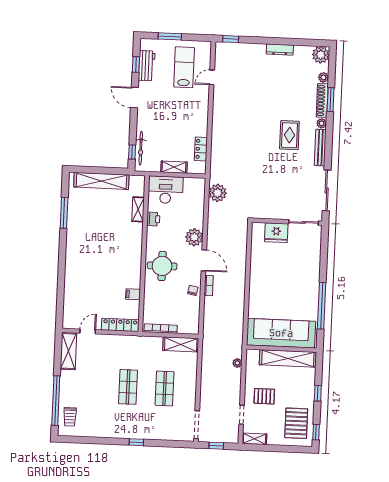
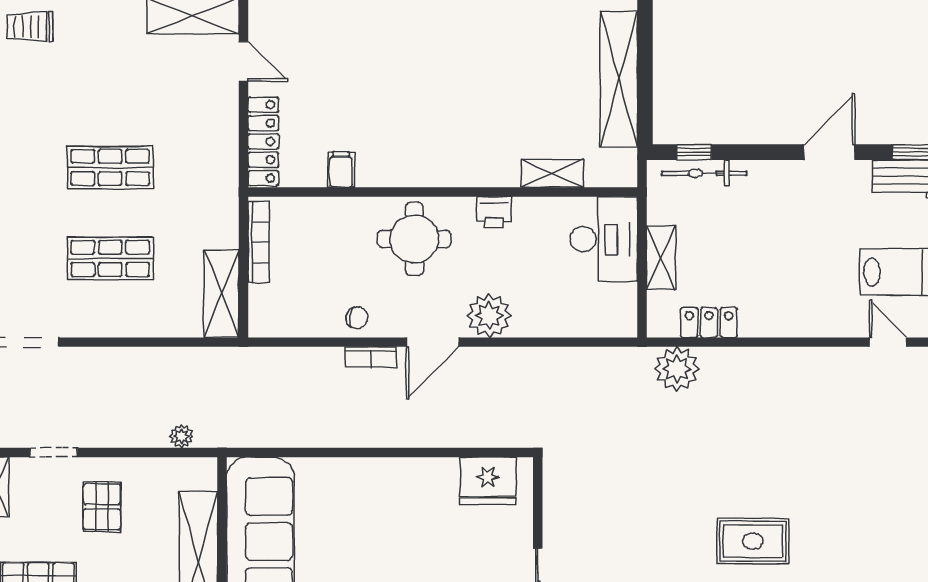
plant: (218, 193) -> (677, 369), moved
printer: (153, 219) -> (494, 212), moved
fridge: (276, 233) -> (488, 481), moved, turned -90

